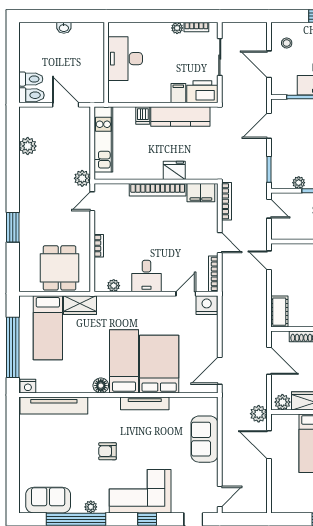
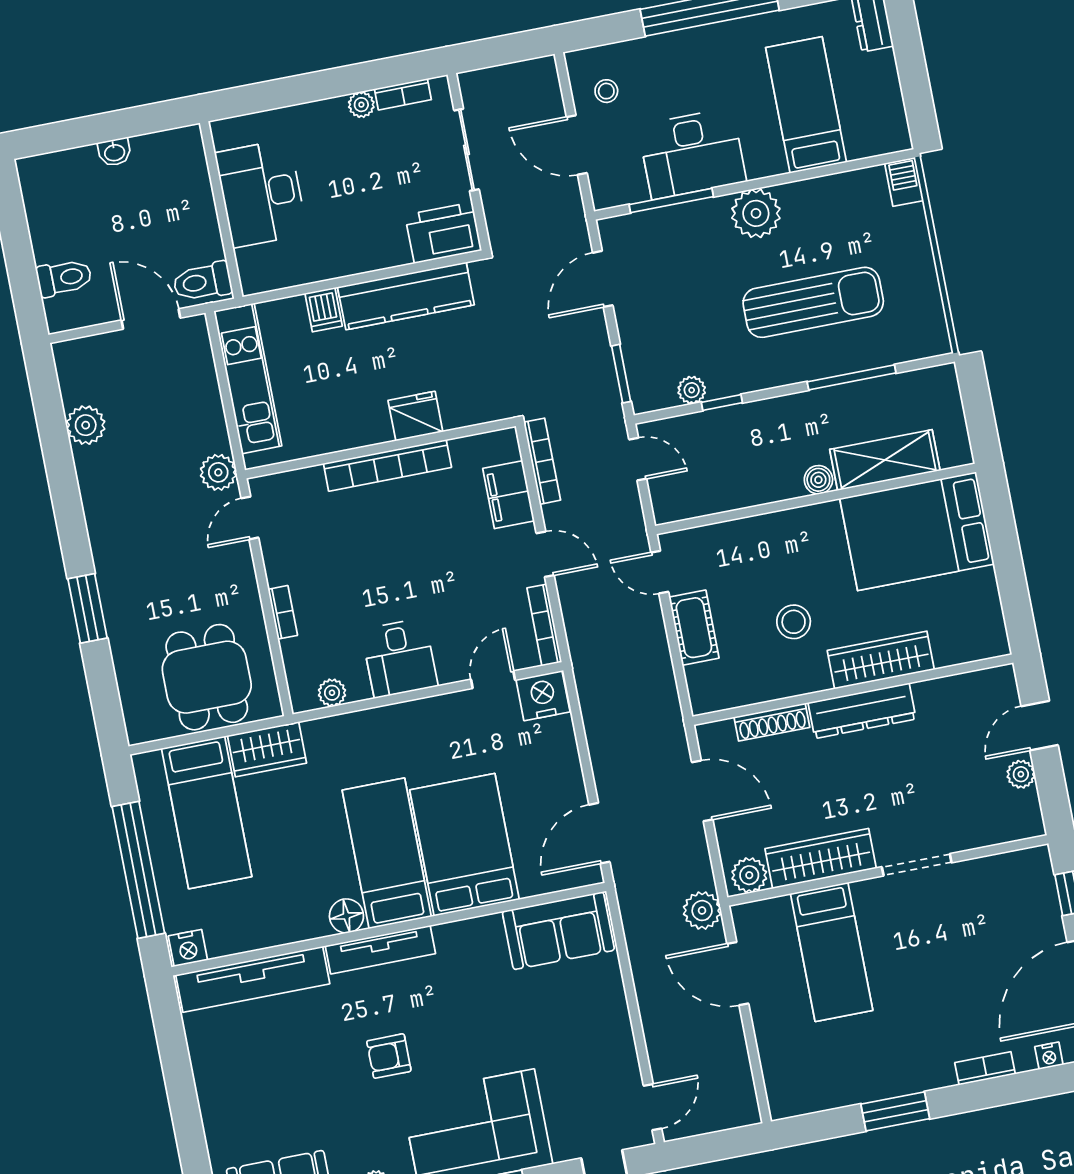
filing cabinet: (178, 93) -> (392, 246), removed
toilet: (32, 95) -> (202, 282), moved, turned 180
filing cabinet: (201, 193) -> (509, 495), moved, turned 90
cot: (279, 312) -> (694, 628), moved
tv unit: (145, 403) -> (380, 950), moved
sofa: (204, 439) -> (558, 931), moved, turned -90

